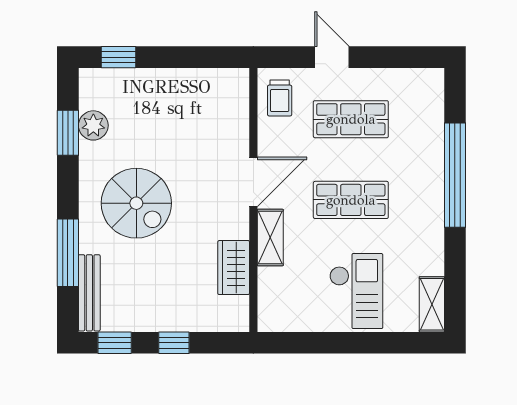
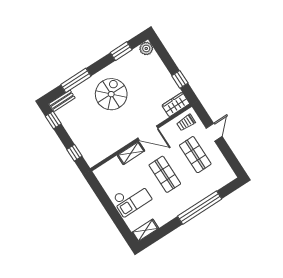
window: (118, 57) -> (180, 79), moved
plant: (93, 125) -> (146, 48), moved
spiral stairs: (136, 203) -> (111, 94), turned 180
wardrobe: (234, 268) -> (176, 104), moved
bench: (89, 293) -> (62, 101), width x0.73
window: (174, 343) -> (74, 153), moved

